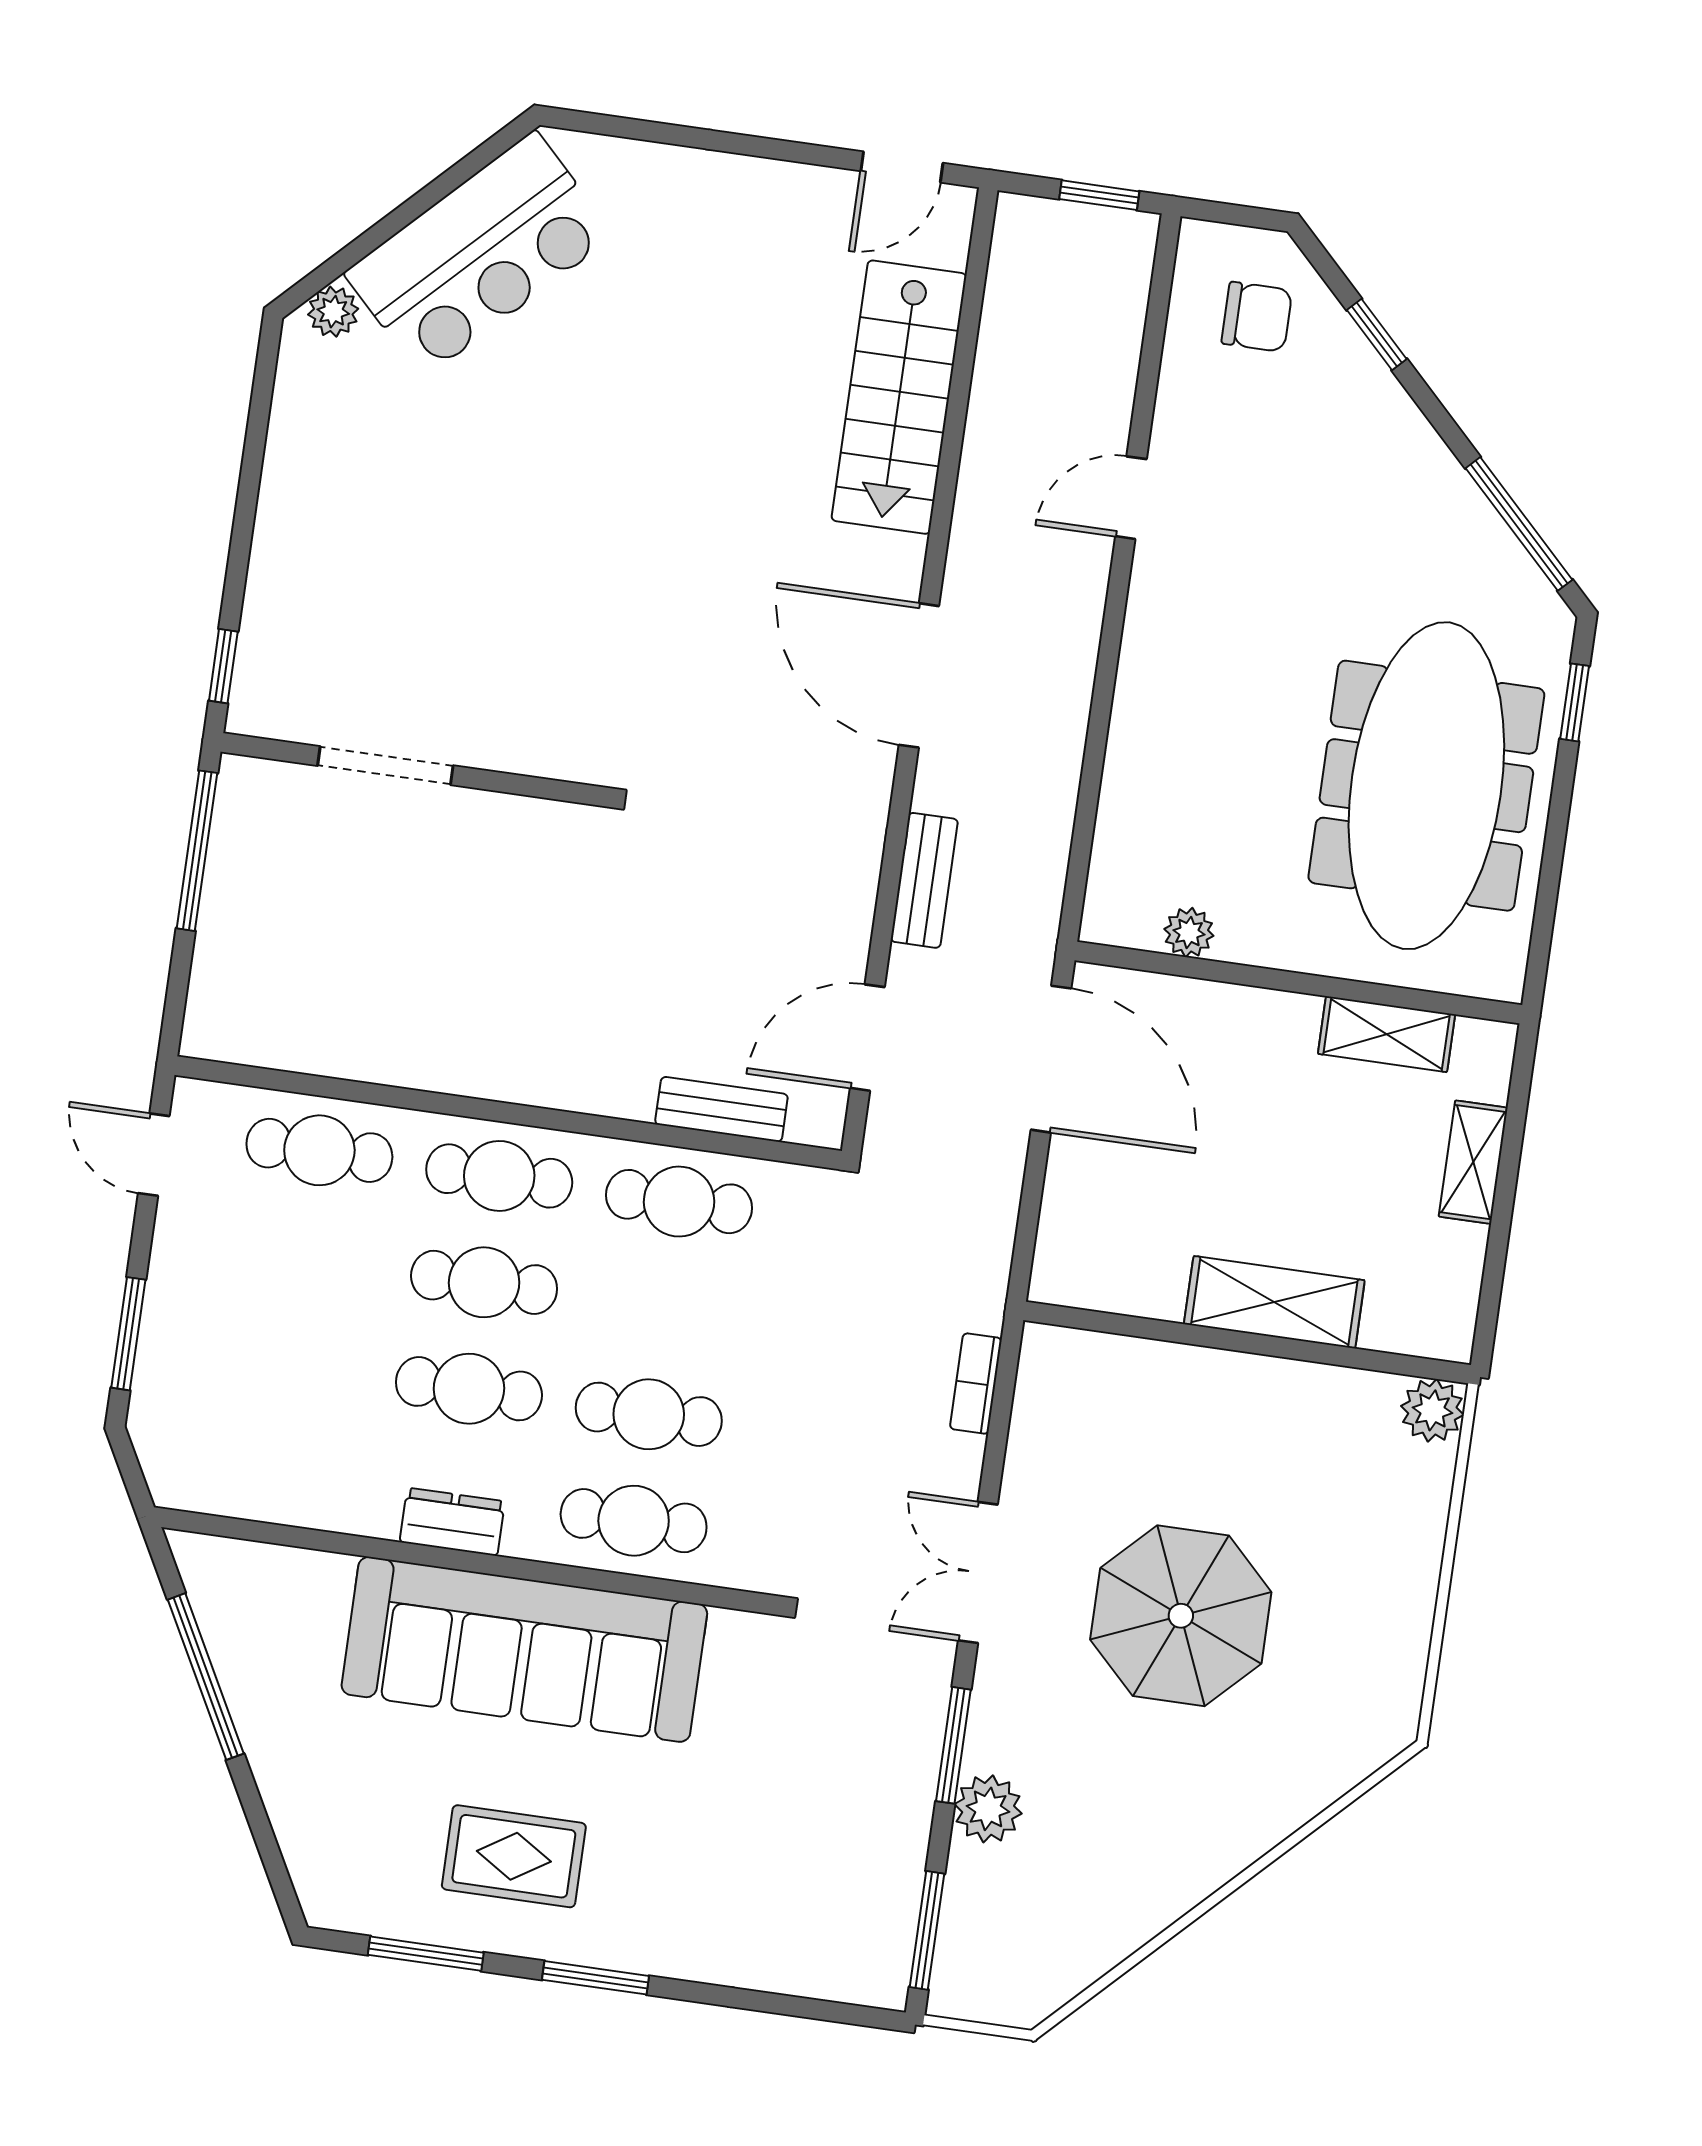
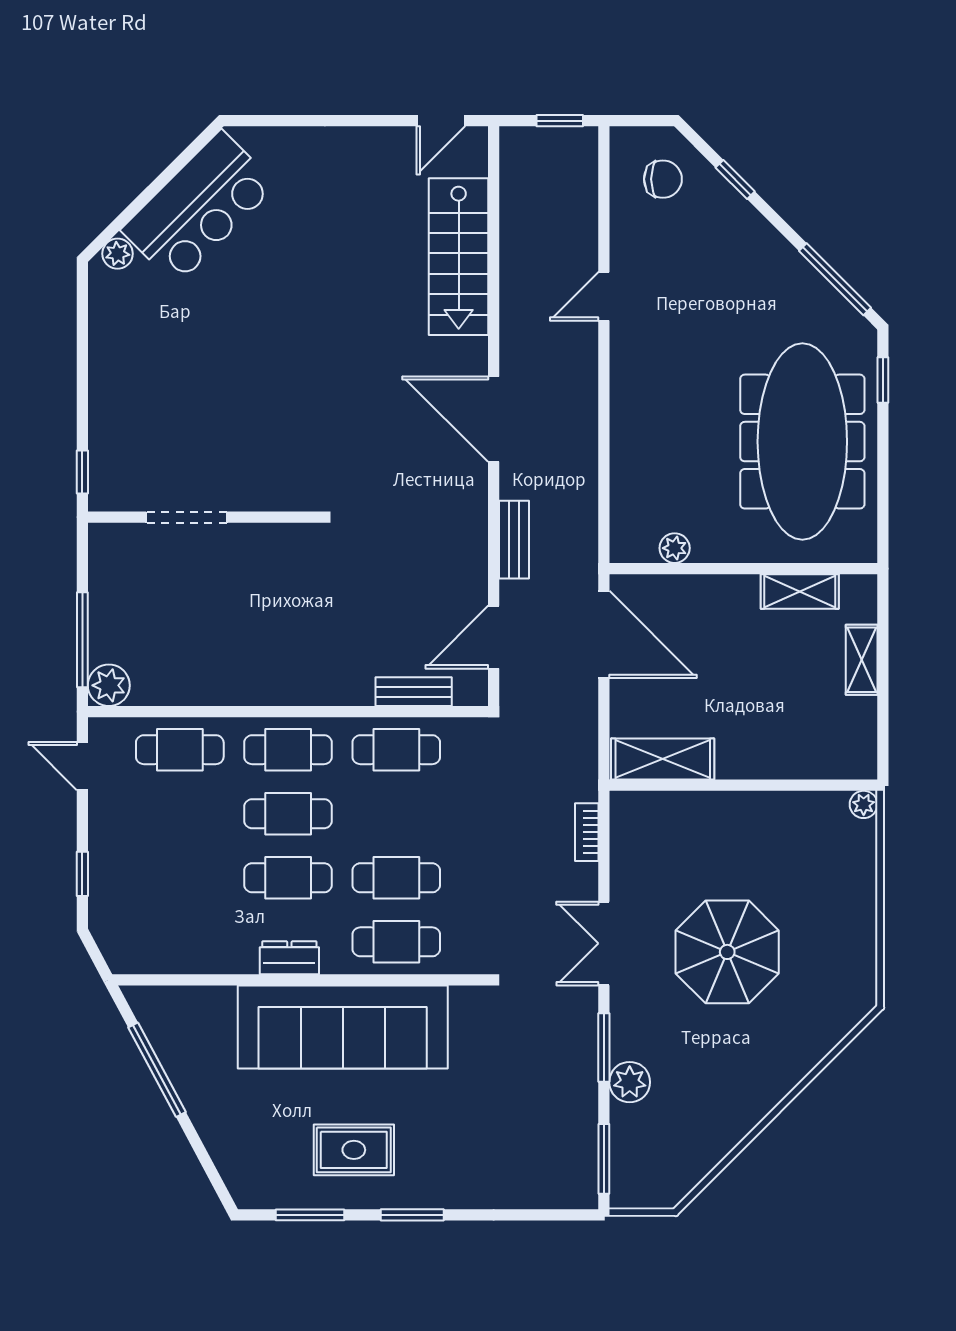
window: (197, 851) -> (82, 640), moved
plant: (217, 1027) -> (109, 685), added
shelving: (1274, 1302) -> (663, 759), moved
window: (128, 1334) -> (82, 874), width x0.67
plant: (1432, 1410) -> (864, 804), width x0.73, depth x0.73

